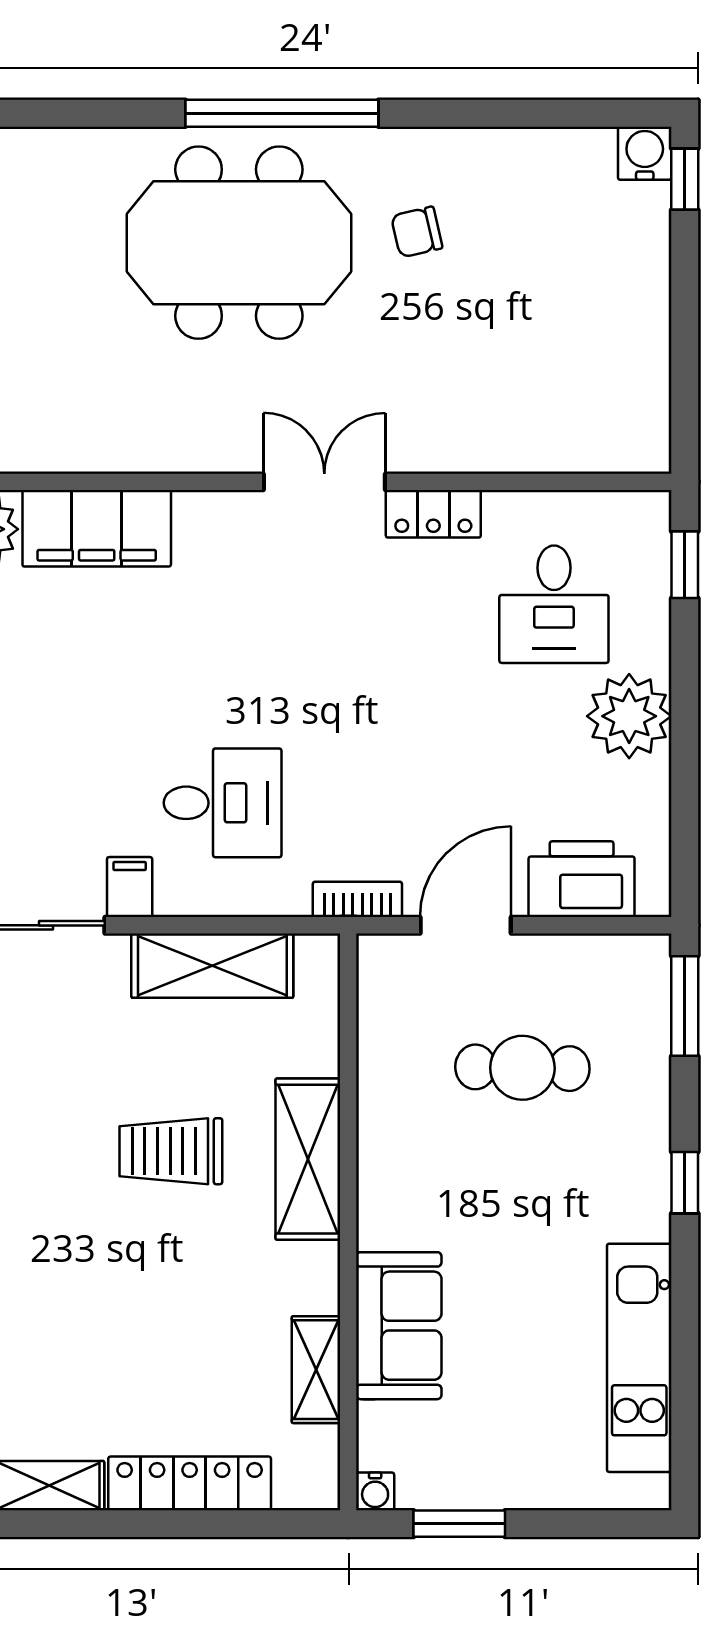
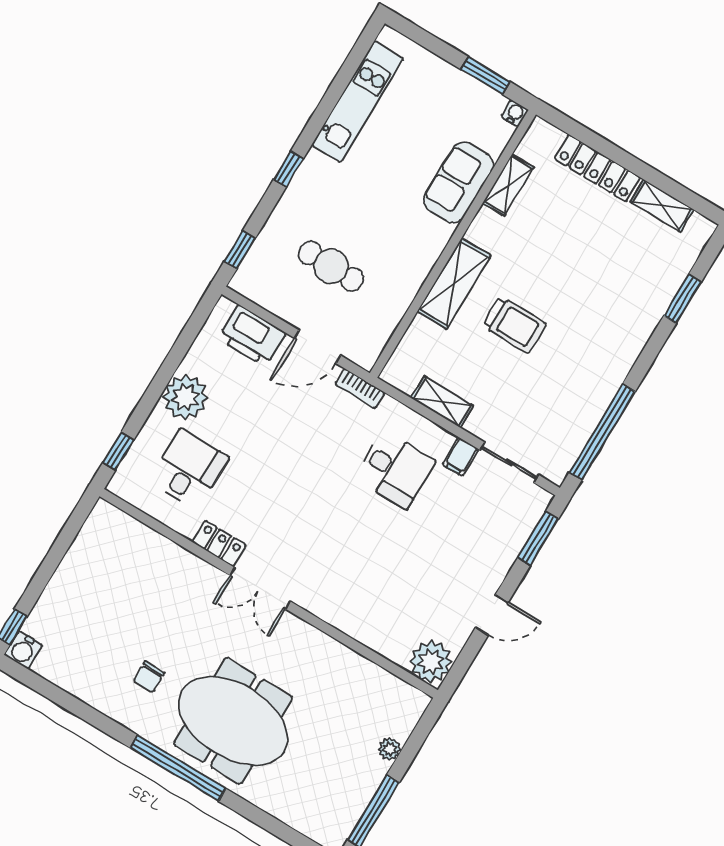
chair: (417, 232) -> (149, 677), turned 103
filing cabinet: (97, 528) -> (377, 630), removed
desk: (223, 803) -> (395, 470), turned 180
shelving: (212, 966) -> (442, 402), width x0.67, depth x0.75
window: (685, 1006) -> (240, 250), width x0.67

